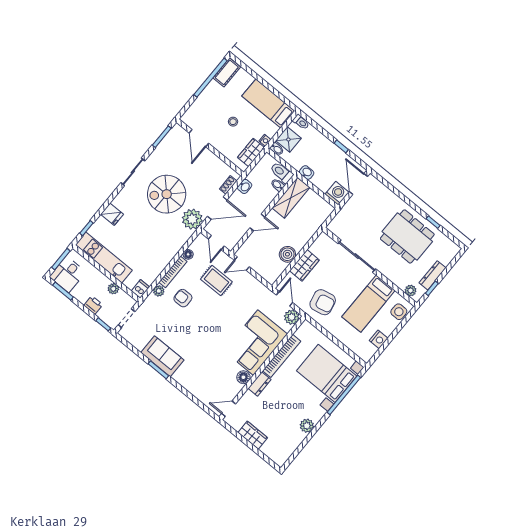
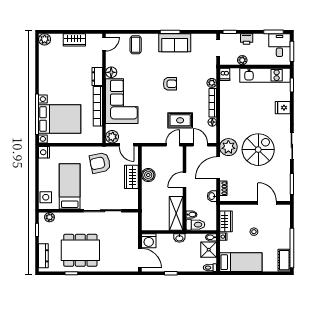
dresser: (433, 275) -> (43, 256), moved
armchair: (183, 298) -> (170, 84), moved
nightstand: (379, 339) -> (44, 152), moved
coffee table: (200, 384) -> (136, 45), added
plant: (307, 426) -> (45, 39), moved

